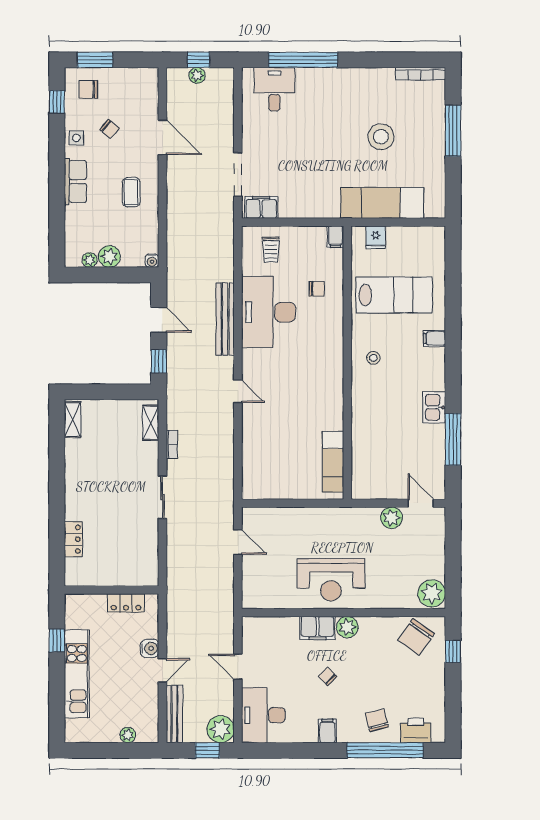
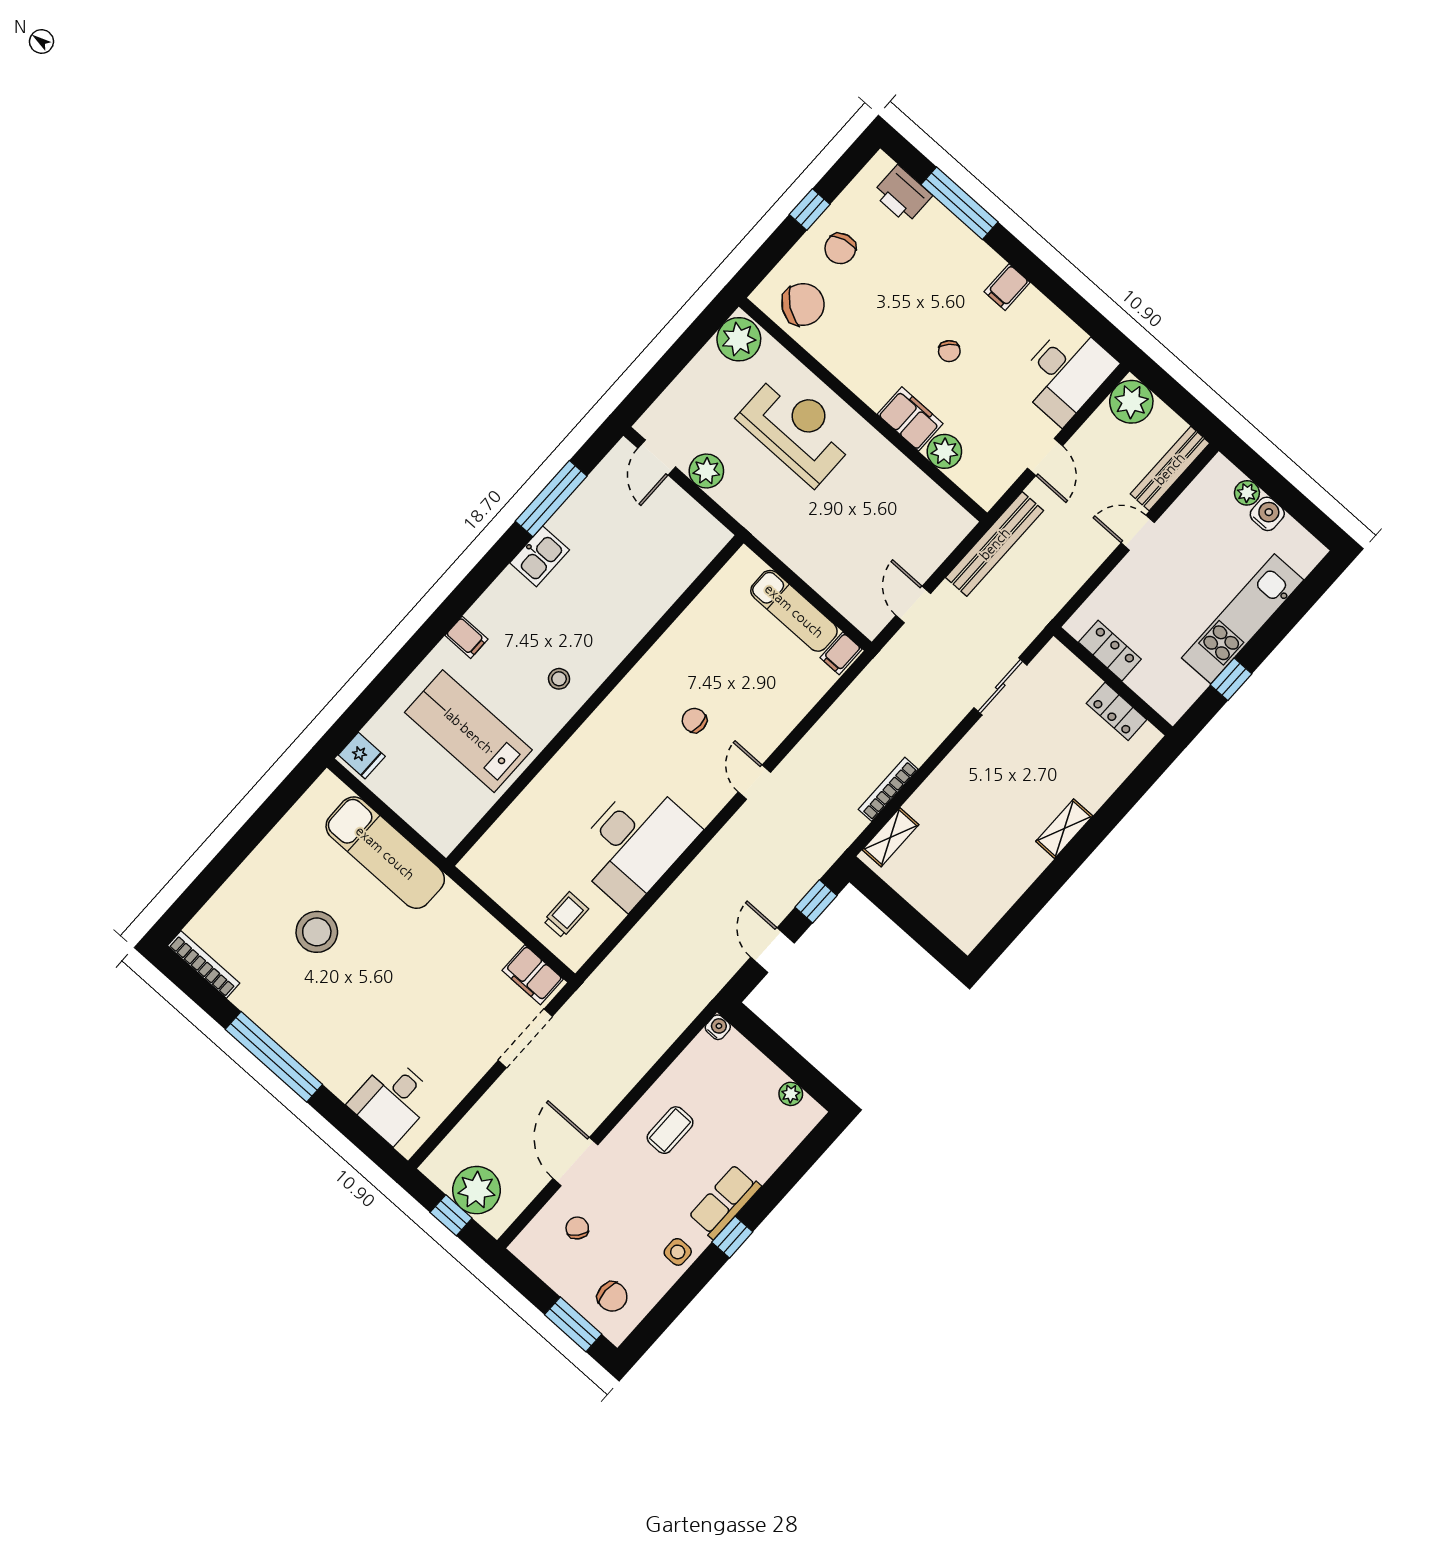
window: (303, 60) -> (274, 1057), moved
plant: (197, 75) -> (477, 1190), width x1.88, depth x1.88
window: (57, 102) -> (732, 1237), moved
chair: (110, 129) -> (577, 1228), moved
window: (453, 131) -> (225, 863), removed
filing cabinet: (335, 237) -> (841, 653), moved, turned 180
fridge: (376, 237) -> (362, 756), moved, turned 90
plant: (109, 256) -> (764, 1077), removed
chair: (317, 289) -> (694, 720), moved
bench: (225, 319) -> (995, 544), moved
shelving: (73, 420) -> (1064, 829), moved
bookcase: (172, 444) -> (888, 789), width x1.56
exam couch: (333, 462) -> (794, 611), moved, turned 90
sliding door: (162, 497) -> (1000, 686), moved
locker: (73, 539) -> (1117, 711), moved, turned -90
reception desk: (331, 580) -> (797, 429), moved
plant: (347, 627) -> (944, 451), moved
water cooler: (150, 648) -> (1267, 514), moved, turned 90
window: (453, 651) -> (810, 209), moved
chair: (377, 720) -> (840, 249), moved
window: (207, 750) -> (1169, 391), removed
window: (385, 750) -> (960, 203), width x0.68

